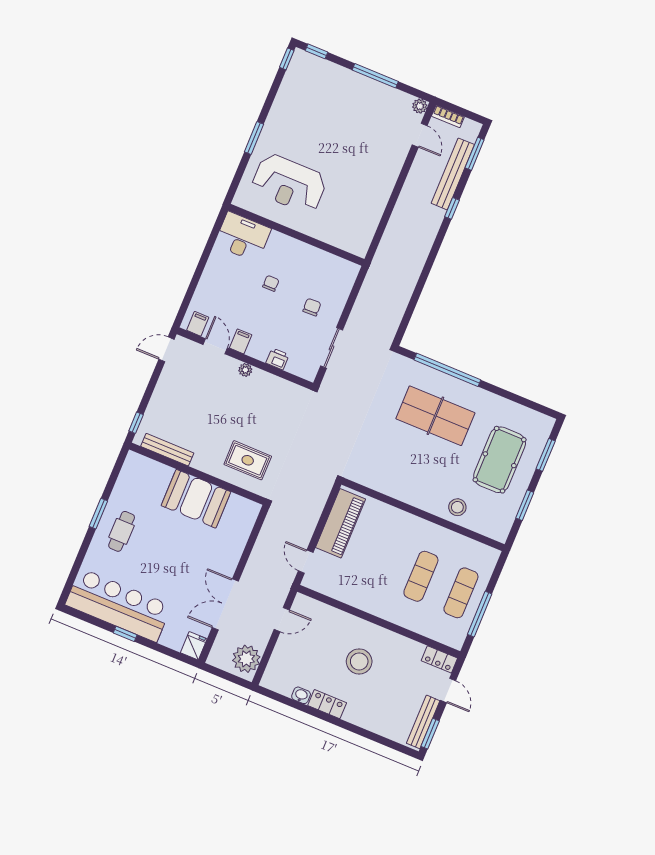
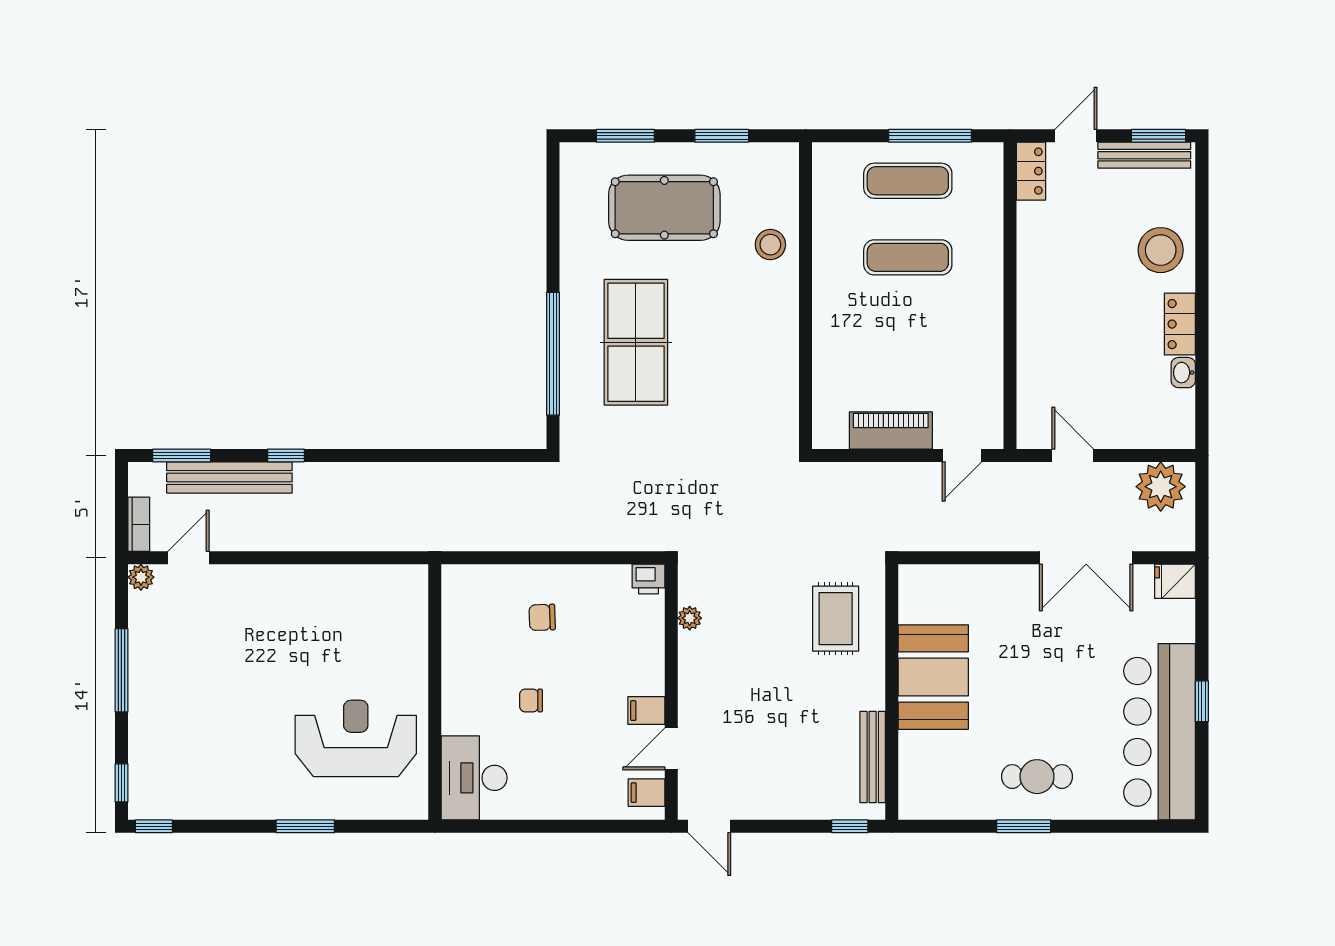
reception desk: (289, 183) -> (356, 738), turned -90
sliding door: (332, 348) -> (595, 558), removed
printer: (277, 359) -> (648, 579), moved, turned -90
plant: (245, 370) -> (690, 618), moved
piano: (341, 523) -> (891, 431), width x0.73, depth x0.75
stool: (359, 661) -> (1161, 250), moved

